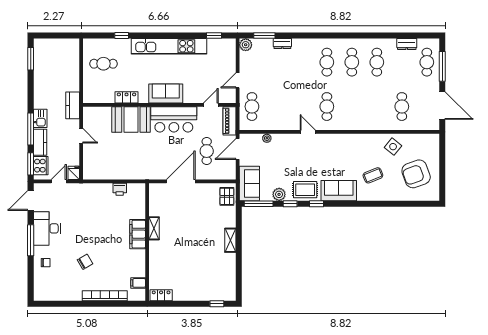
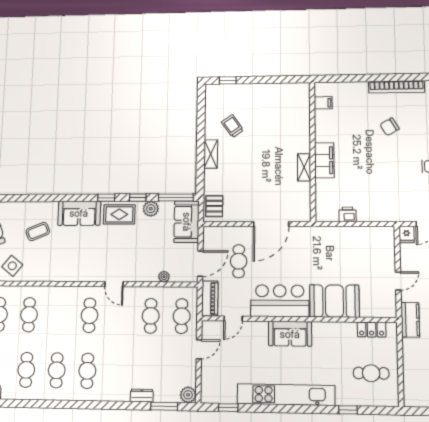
locker: (126, 97) -> (372, 330), moved
cafe table: (277, 107) -> (151, 316), added
cafe table: (377, 107) -> (29, 315), added
door: (81, 136) -> (398, 281), swing flipped
trolley: (213, 264) -> (233, 126), added
locker: (161, 295) -> (295, 89), removed
bookcase: (105, 296) -> (396, 87), moved

